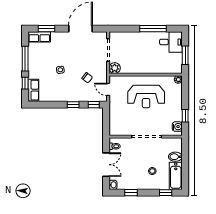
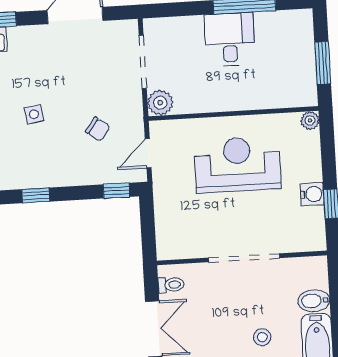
desk: (171, 42) -> (230, 40), moved, turned -90
door: (108, 89) -> (148, 153), hinge flipped
reception desk: (146, 96) -> (237, 165), turned 180
window: (73, 105) -> (36, 195), moved
water cooler: (177, 127) -> (312, 194), moved

